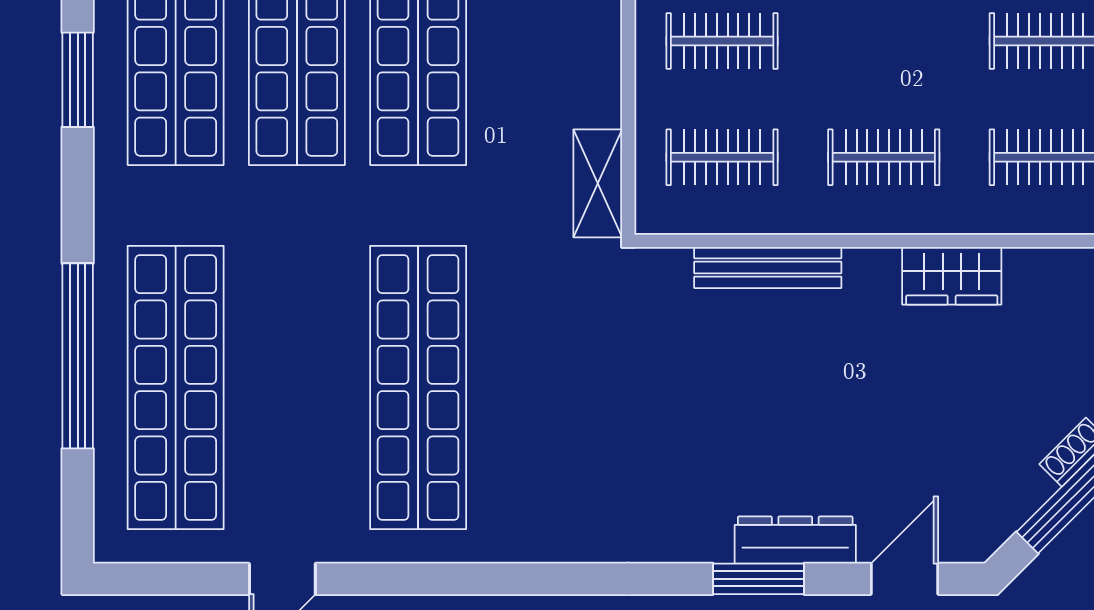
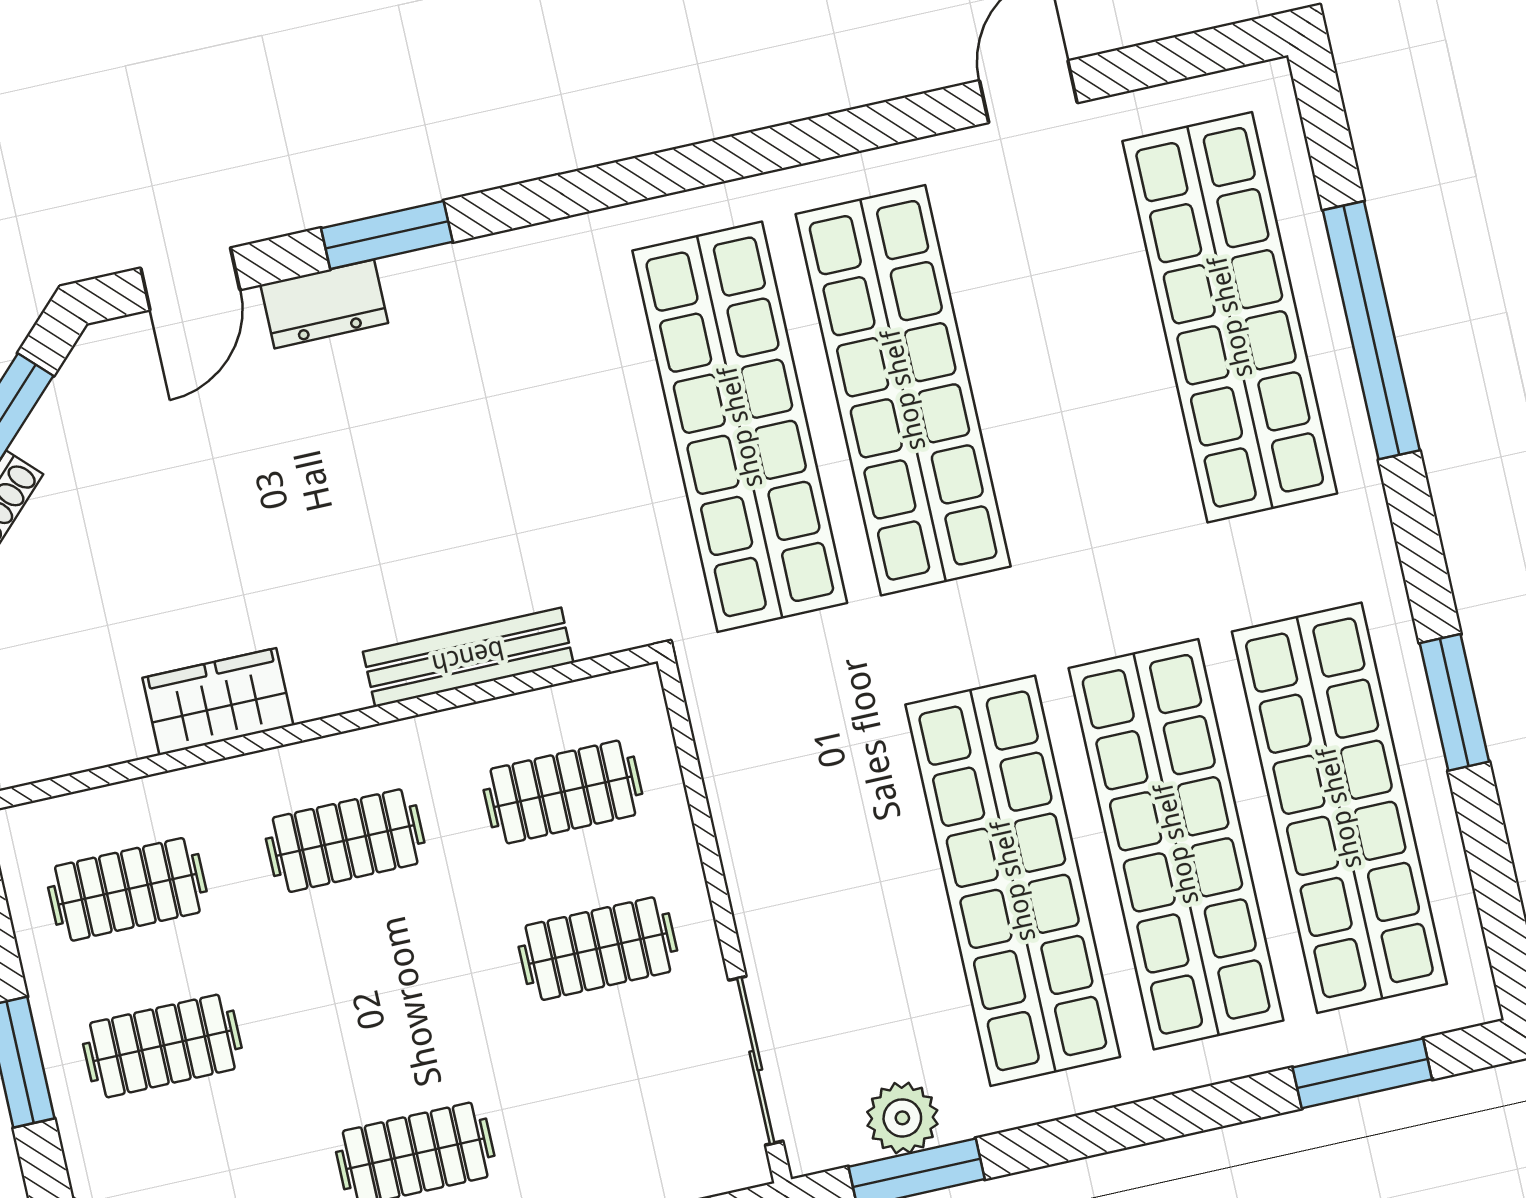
shelving: (598, 183) -> (722, 719), removed
shop shelf: (539, 387) -> (740, 427), added
dresser: (795, 540) -> (324, 304), width x0.70

